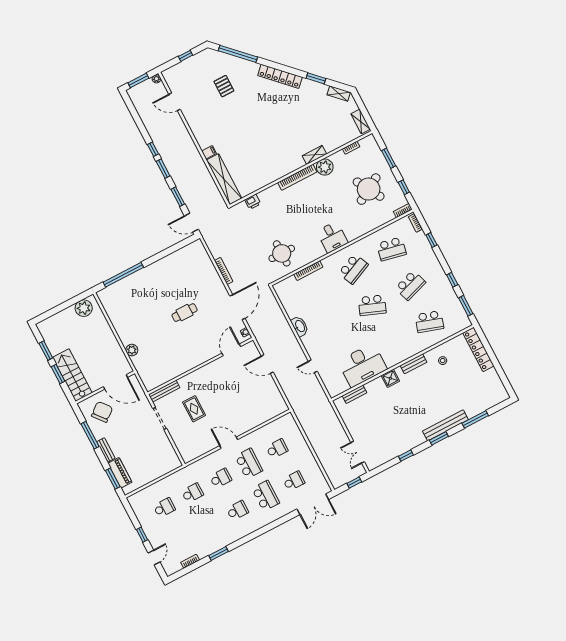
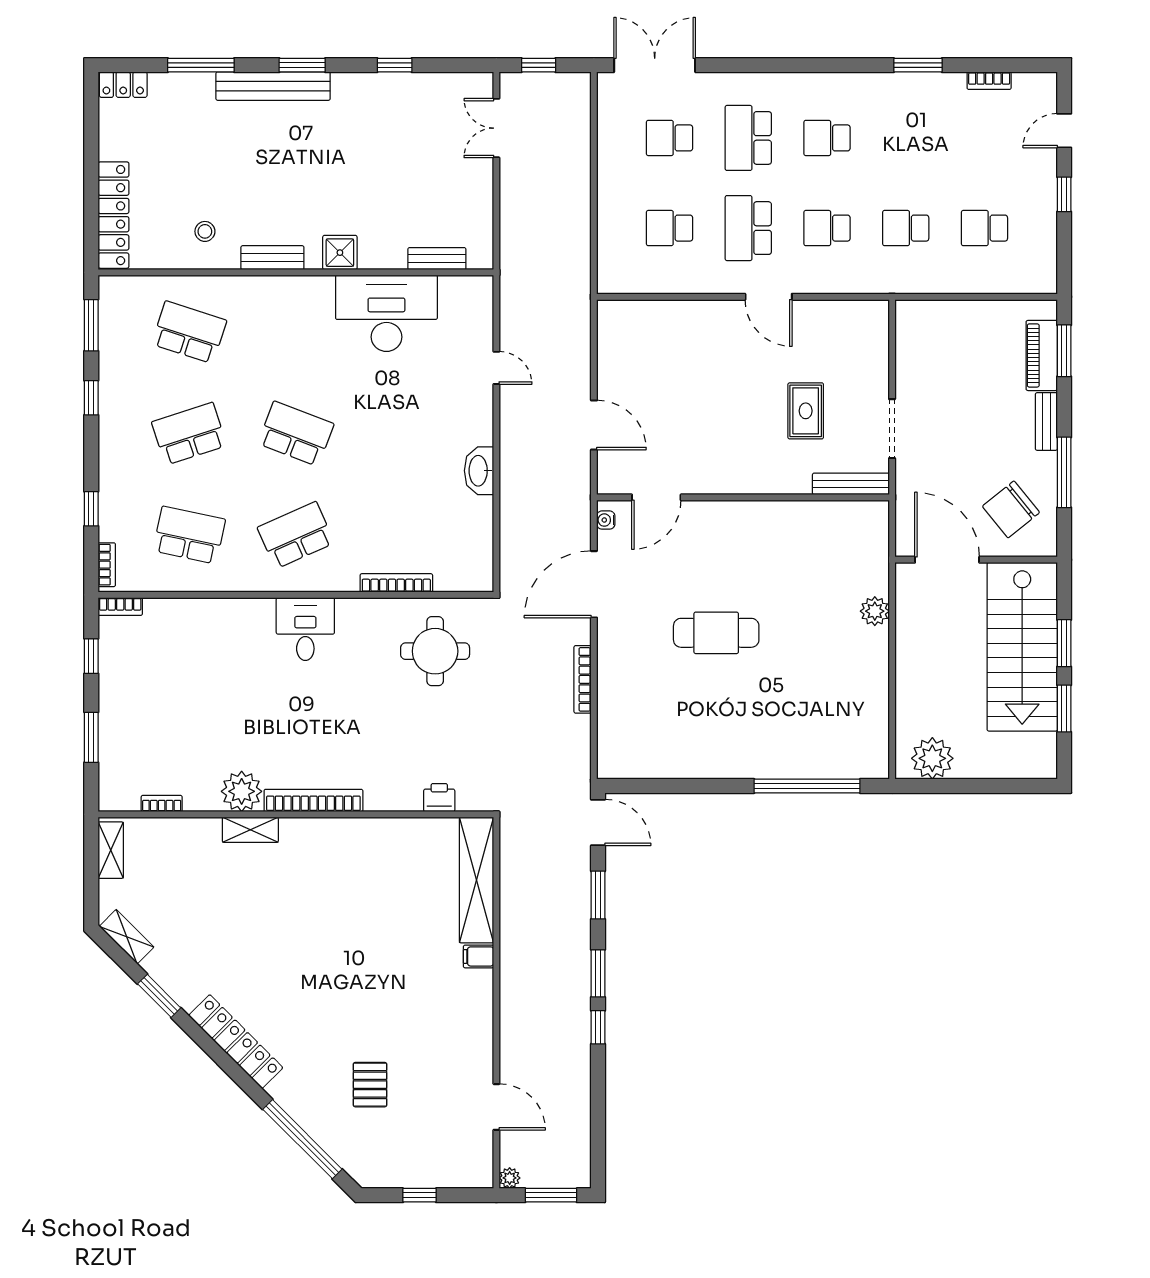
round table: (369, 189) -> (171, 693), removed
cafe table: (185, 313) -> (716, 633), width x1.37, depth x1.35
stairs: (72, 375) -> (1022, 647), width x1.36, depth x1.51
locker: (499, 398) -> (123, 85), added
double door: (358, 452) -> (496, 128), swing flipped

